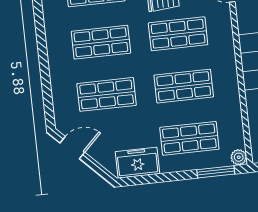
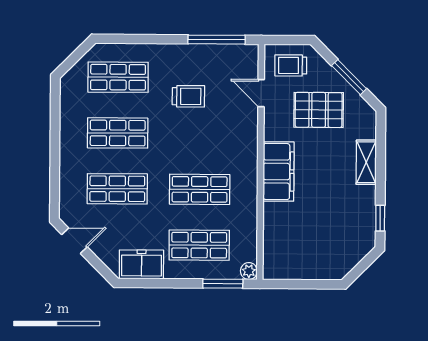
shop shelf: (178, 34) -> (200, 134), removed

